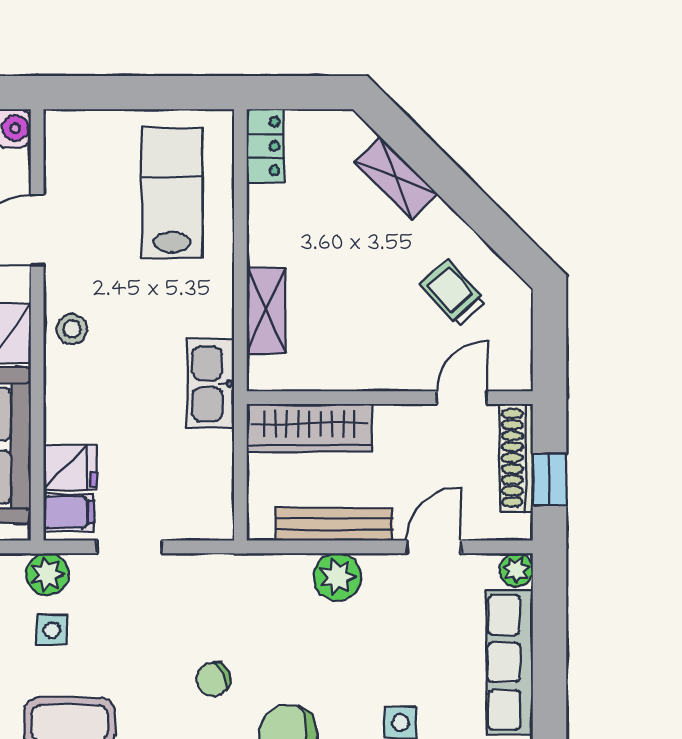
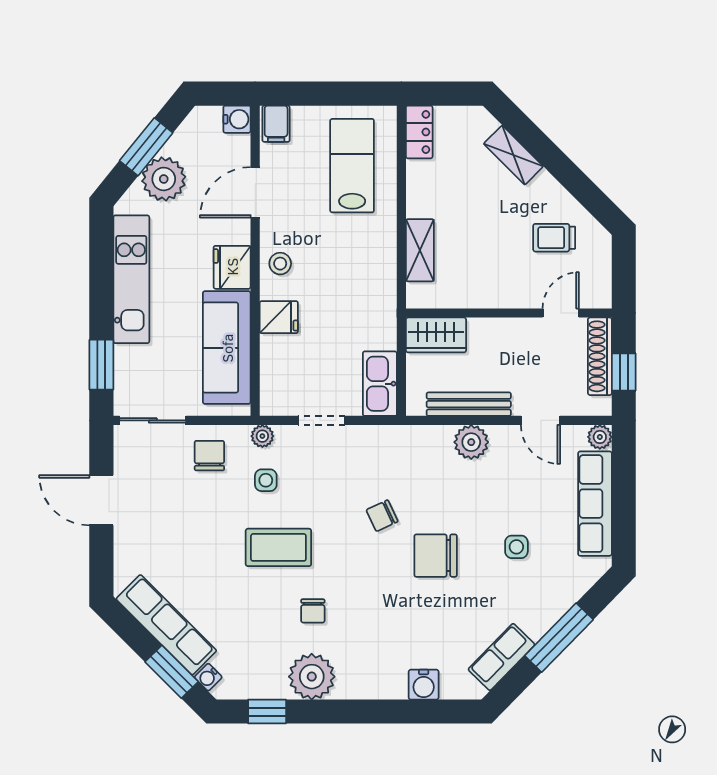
trolley: (453, 293) -> (554, 238), turned -48
kitchen sink: (211, 384) -> (380, 384), moved
wardrobe: (309, 428) -> (436, 335), width x0.67
fridge: (70, 467) -> (279, 317), moved
filing cabinet: (69, 512) -> (276, 124), moved, turned 90
door: (434, 547) -> (540, 420), swing flipped
plant: (47, 574) -> (262, 436), width x0.73, depth x0.73

